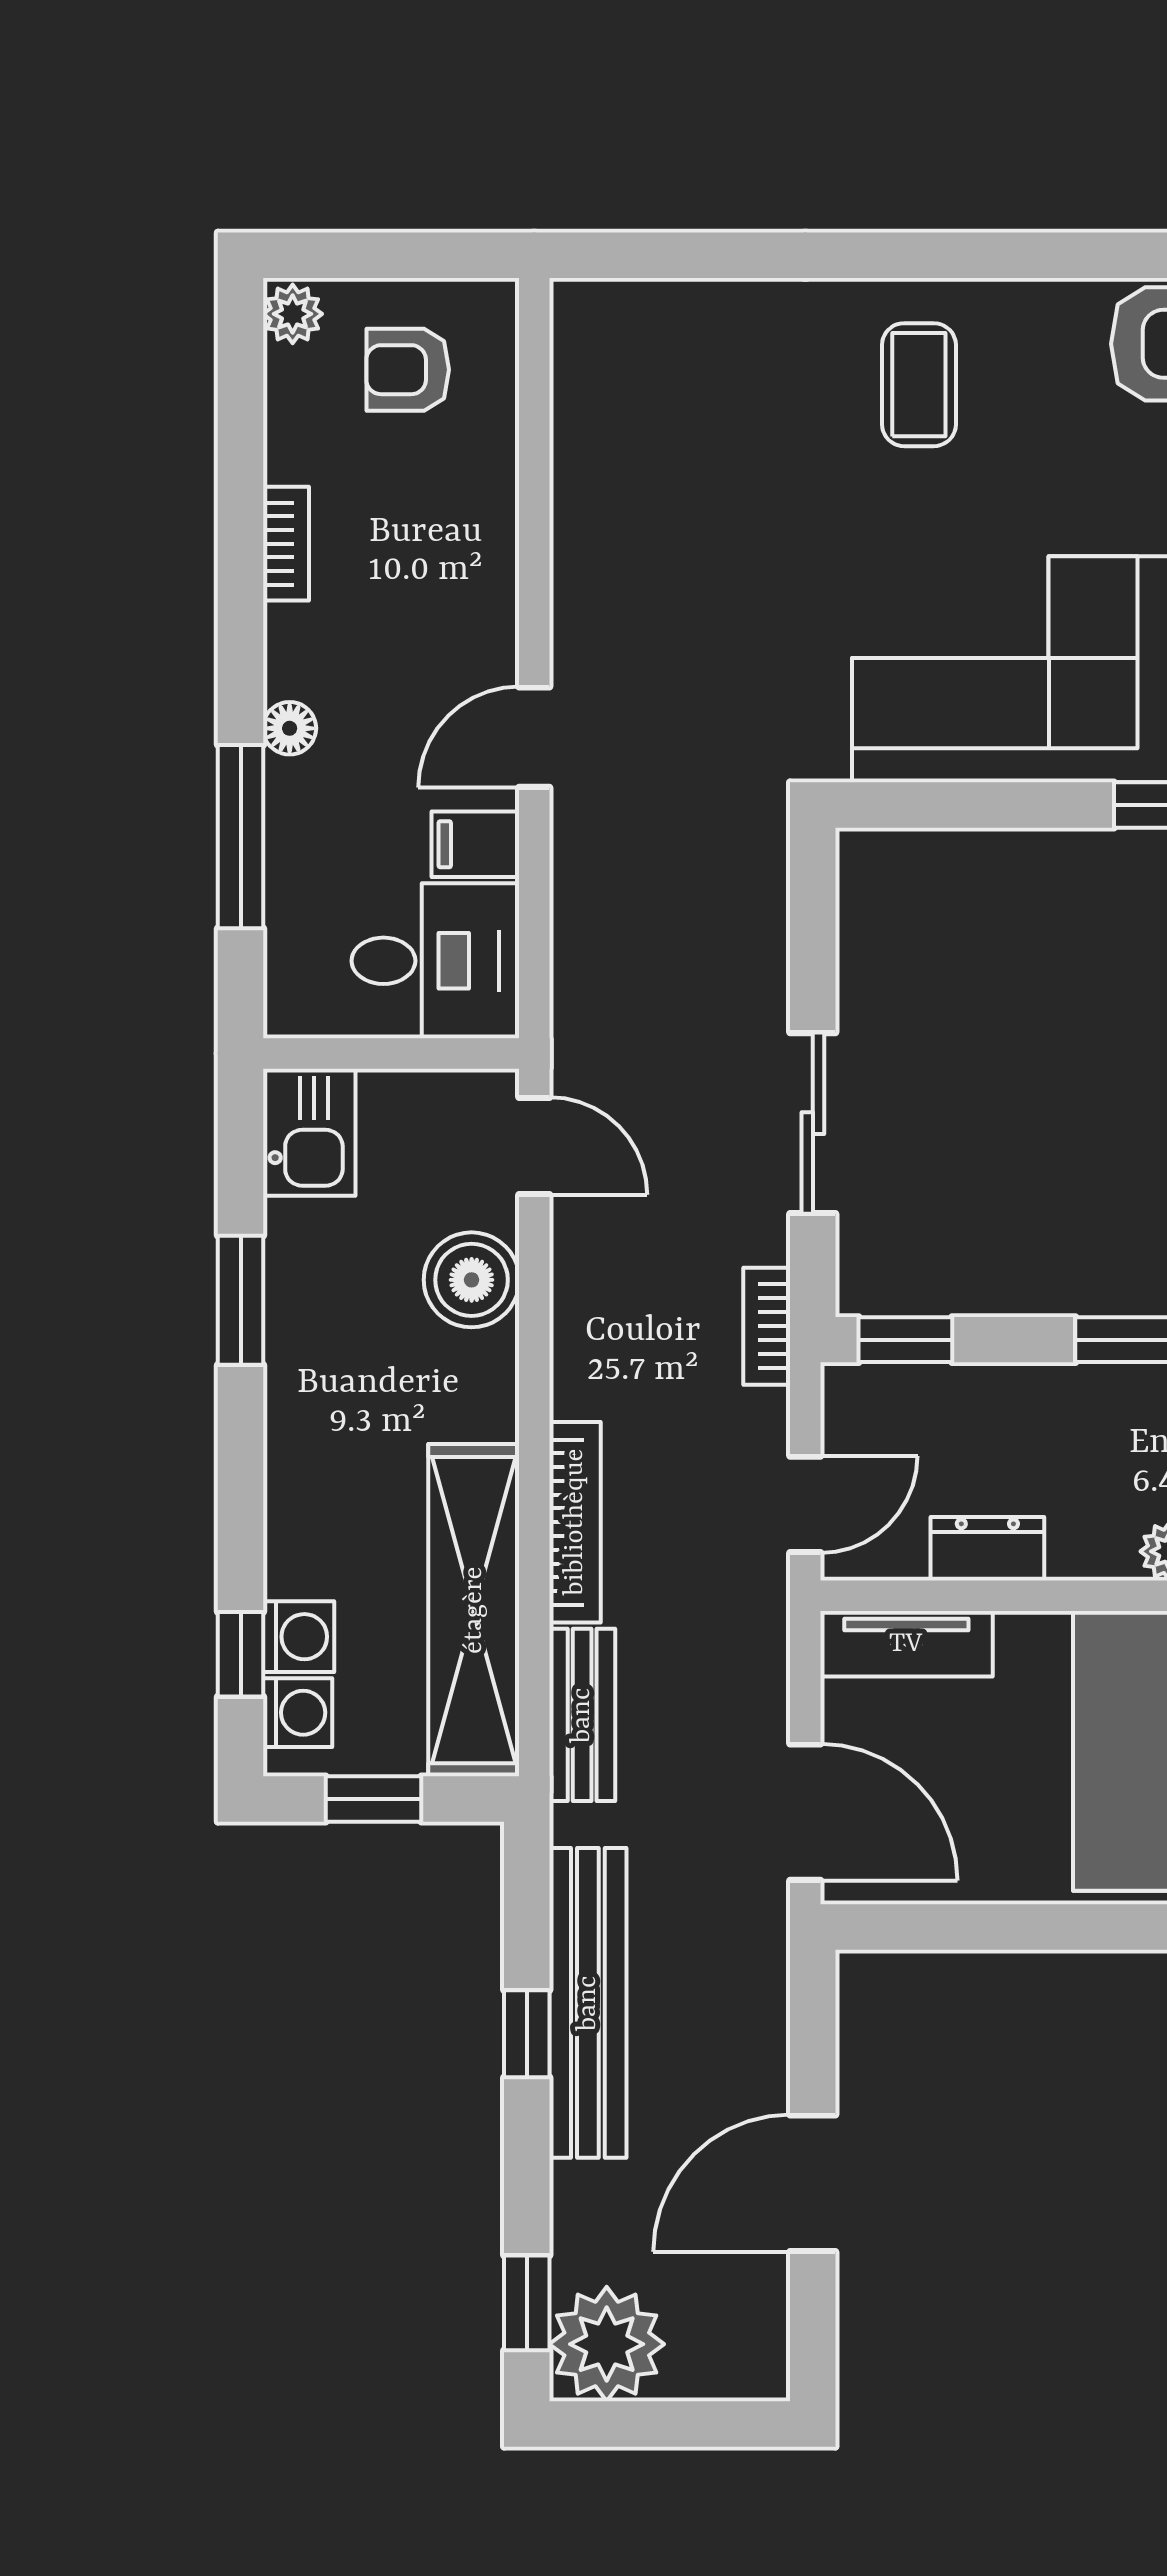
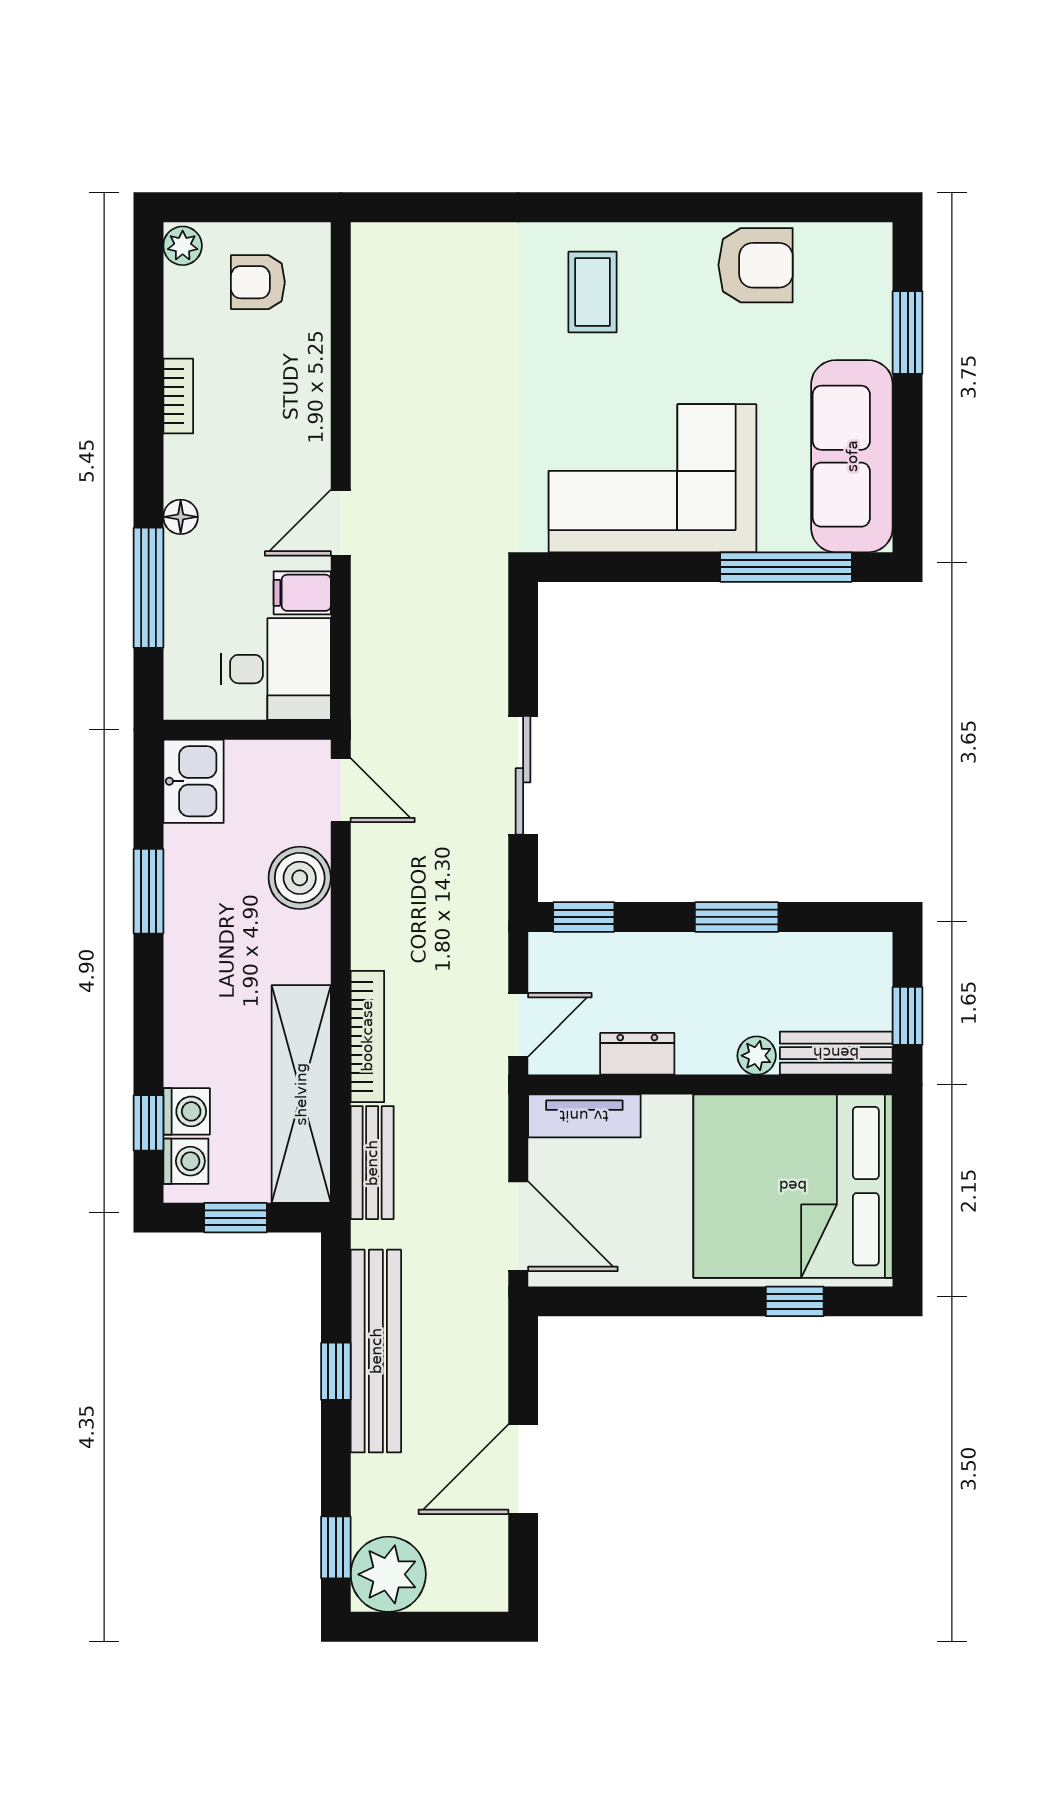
bookcase: (767, 1326) -> (493, 908), removed

